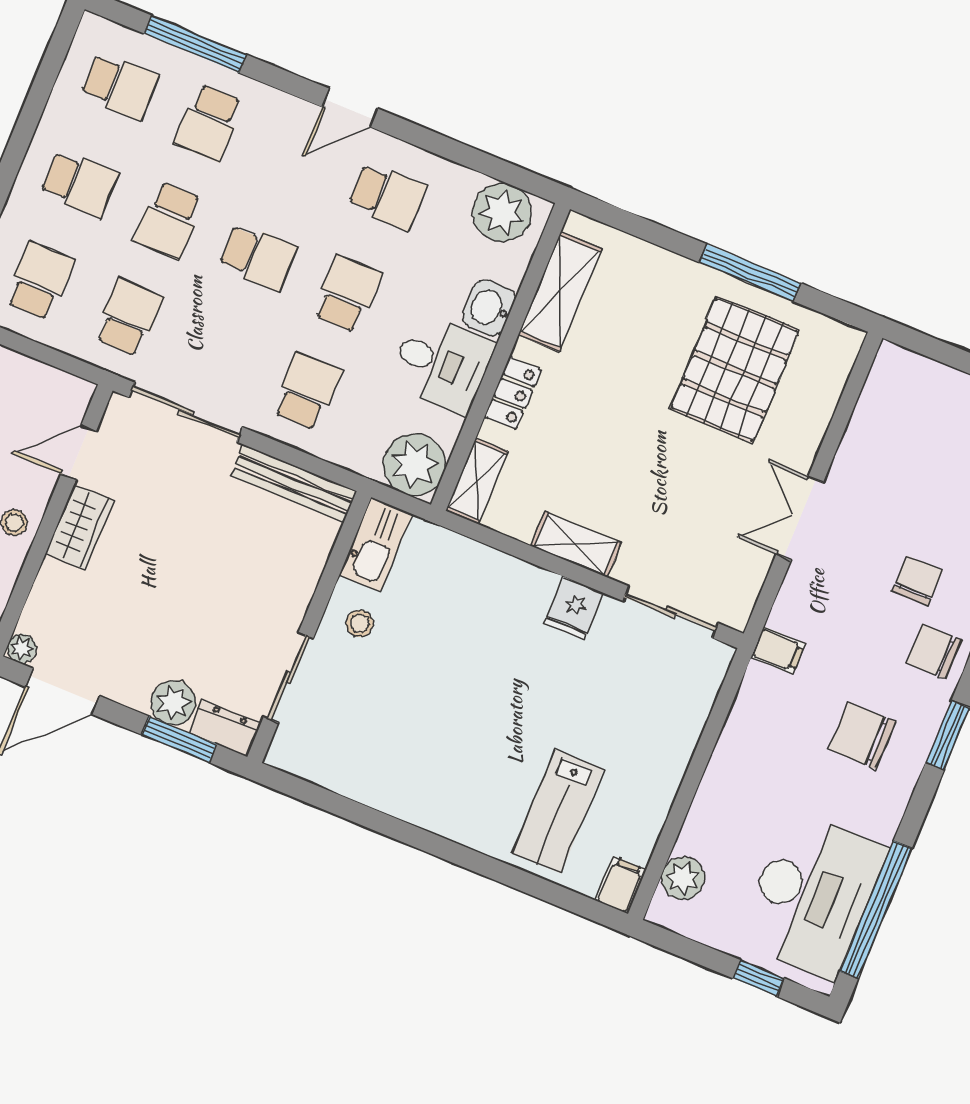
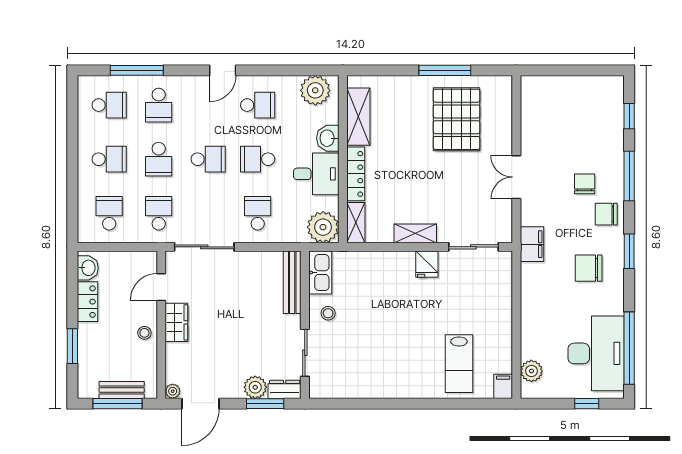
school desk: (347, 294) -> (258, 159), turned -90
locker: (513, 393) -> (356, 174), width x1.53
bench: (294, 484) -> (292, 282), moved, turned 90
filing cabinet: (778, 650) -> (532, 244), width x2.00

